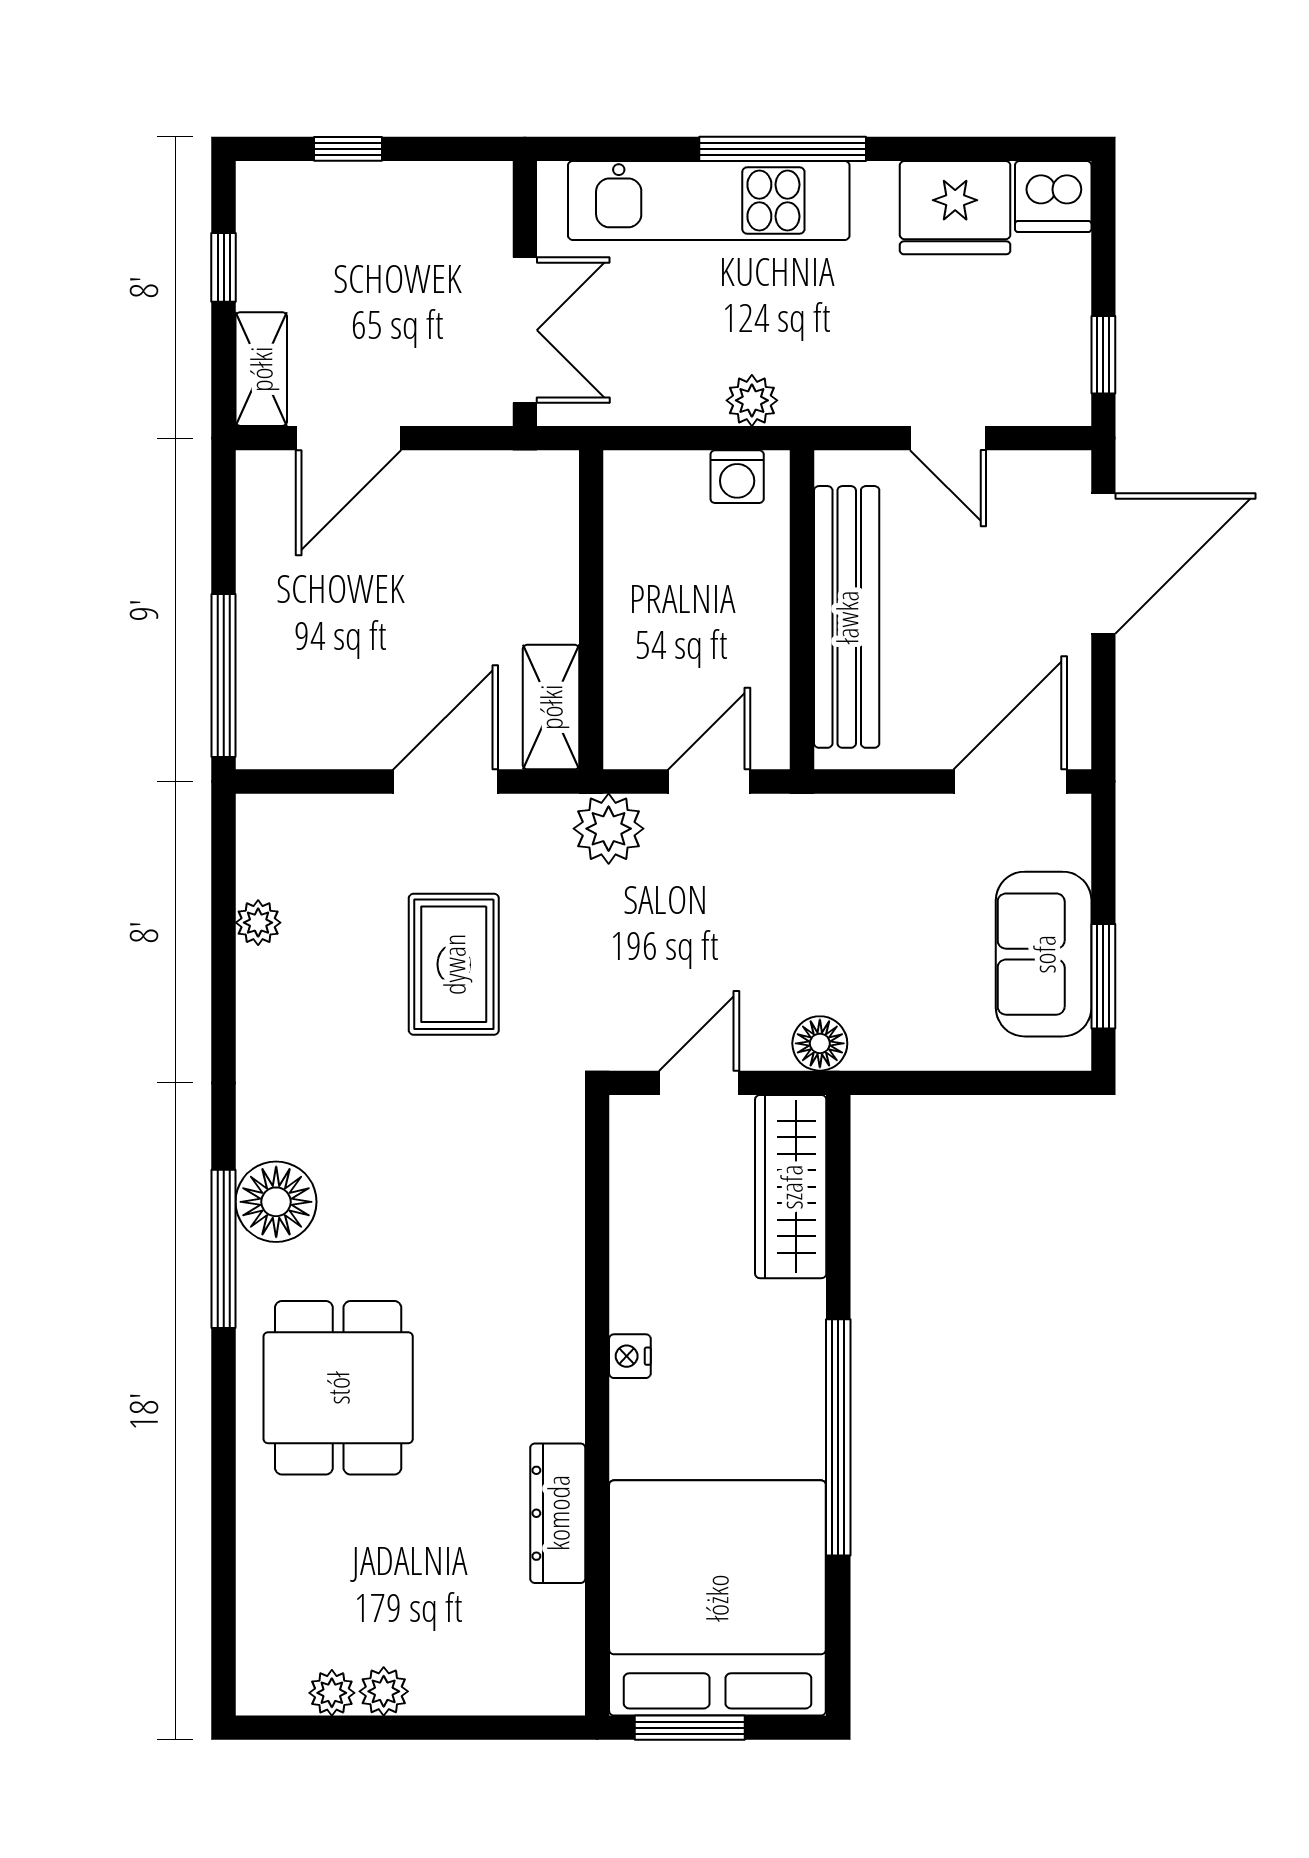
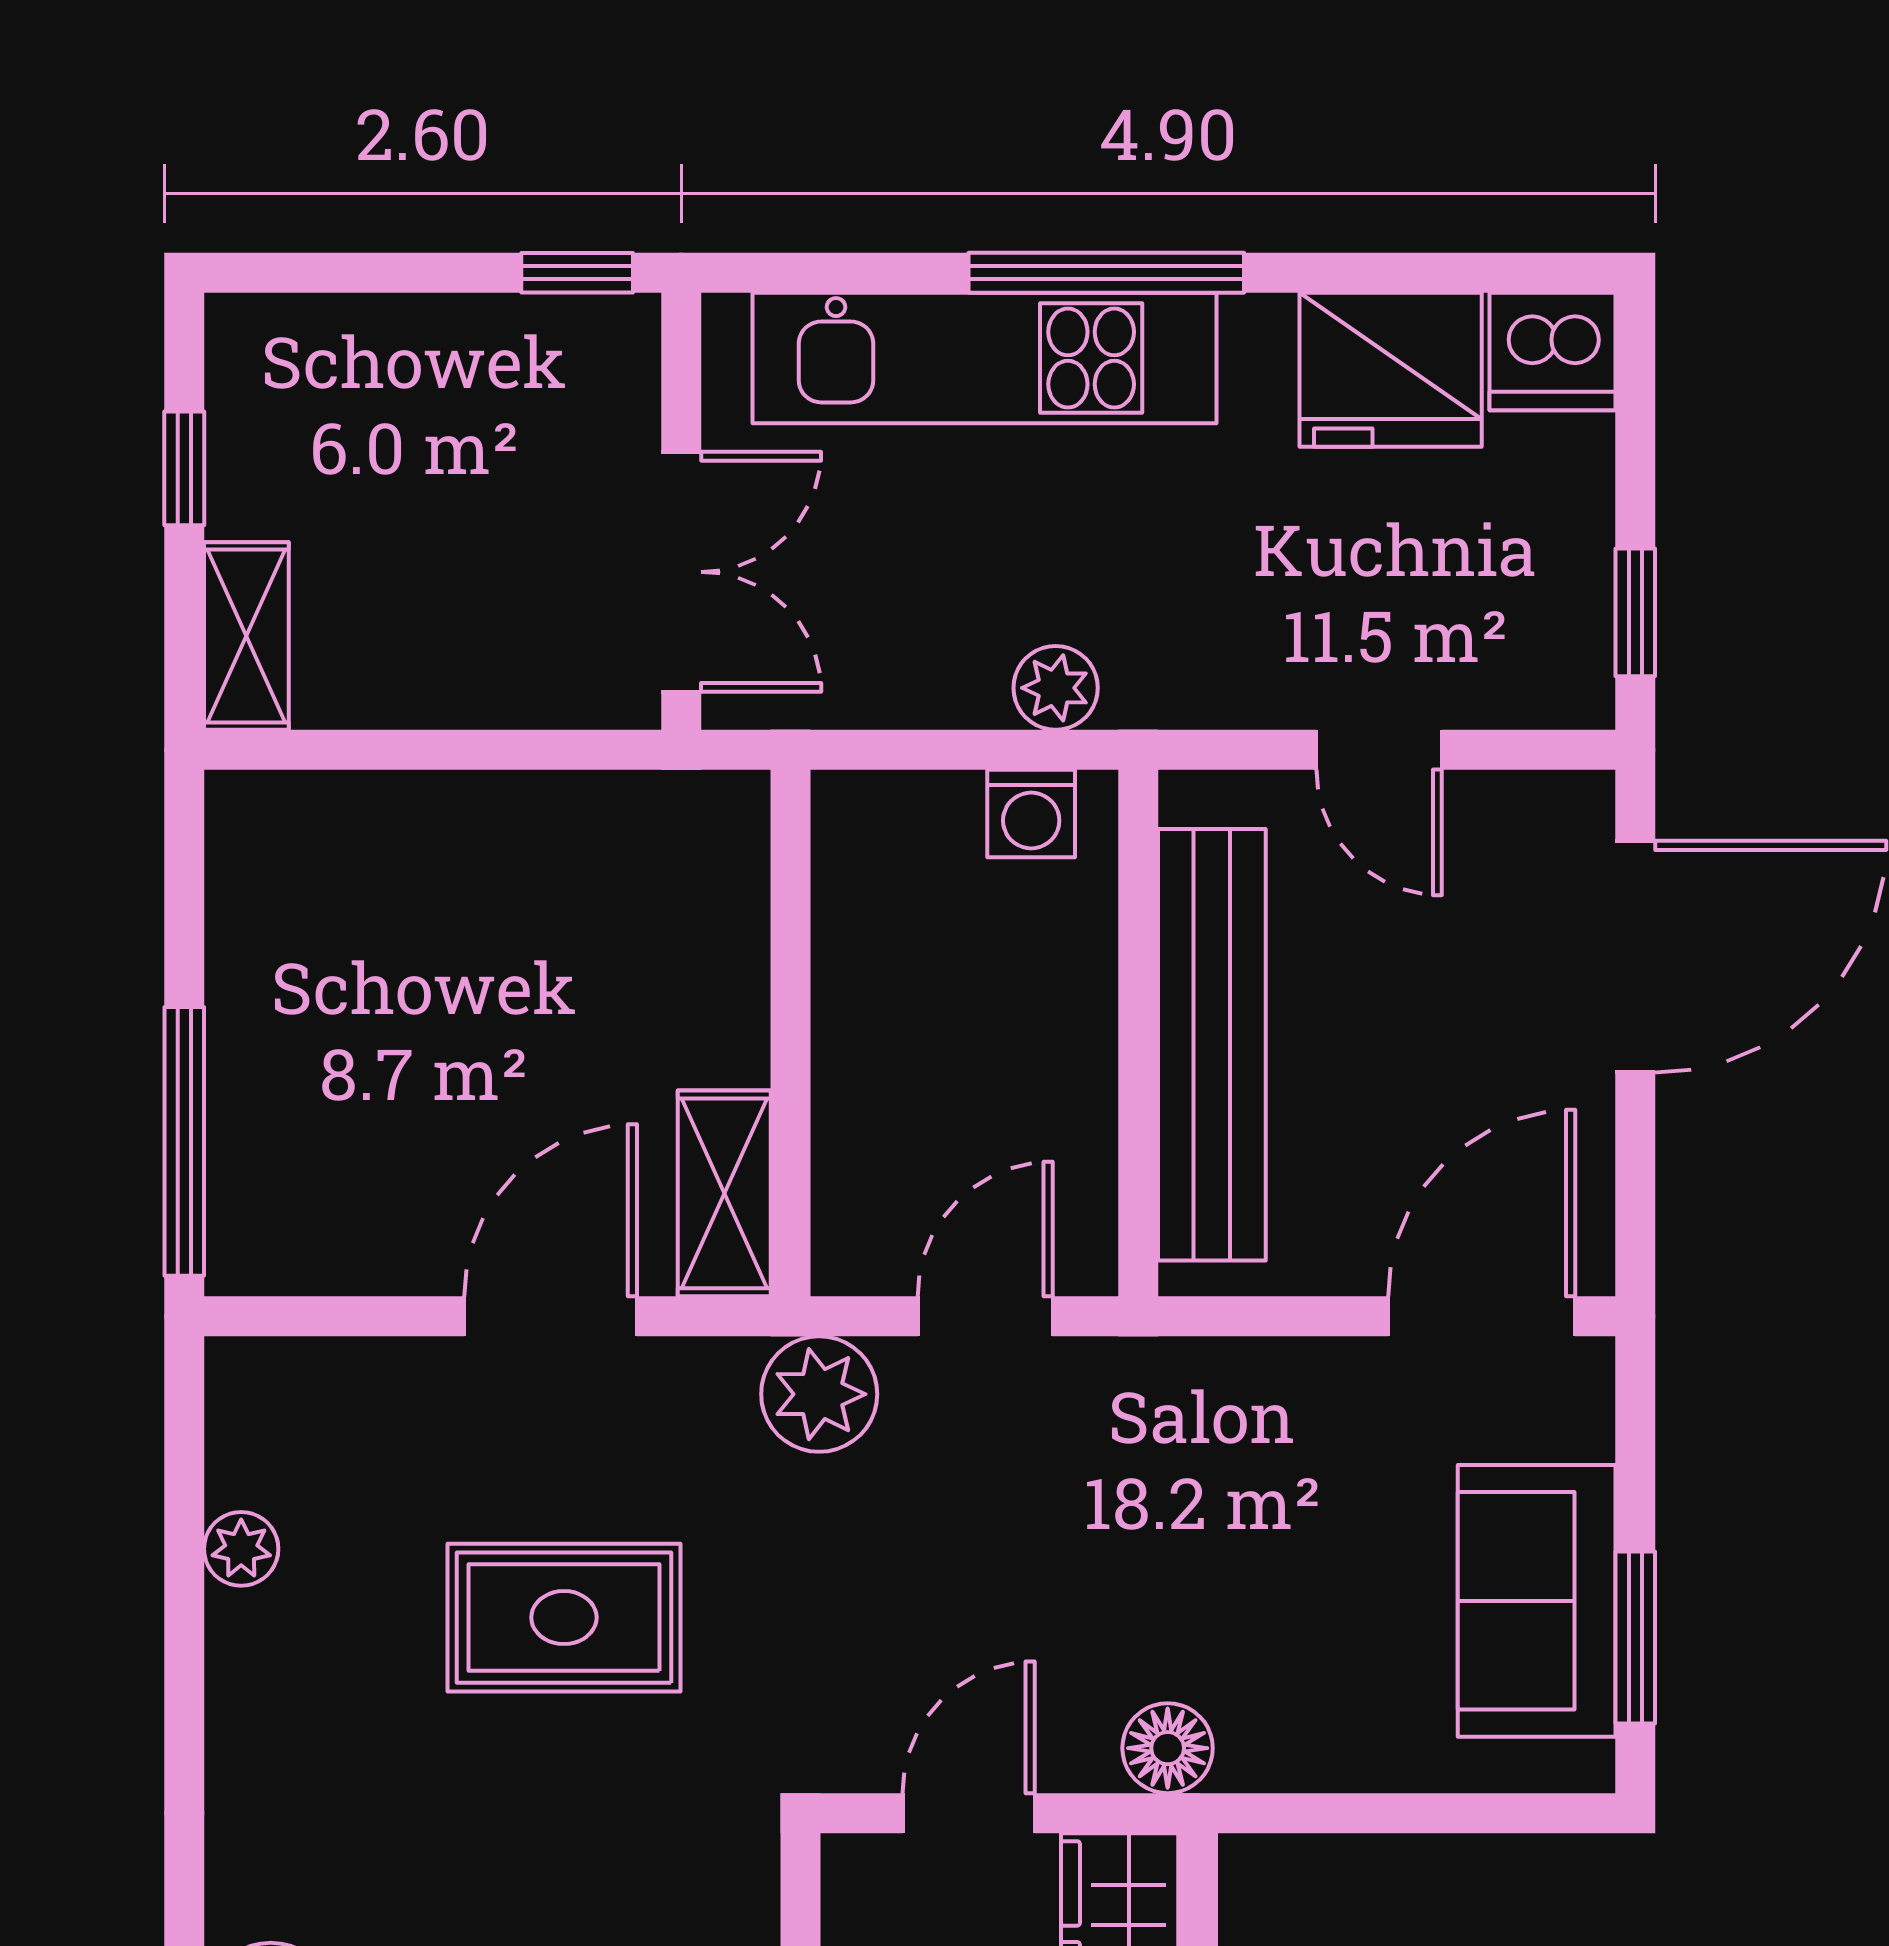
window: (348, 149) -> (577, 273), moved
door: (349, 438) -> (390, 750), removed
rug: (454, 964) -> (564, 1618), turned 90

